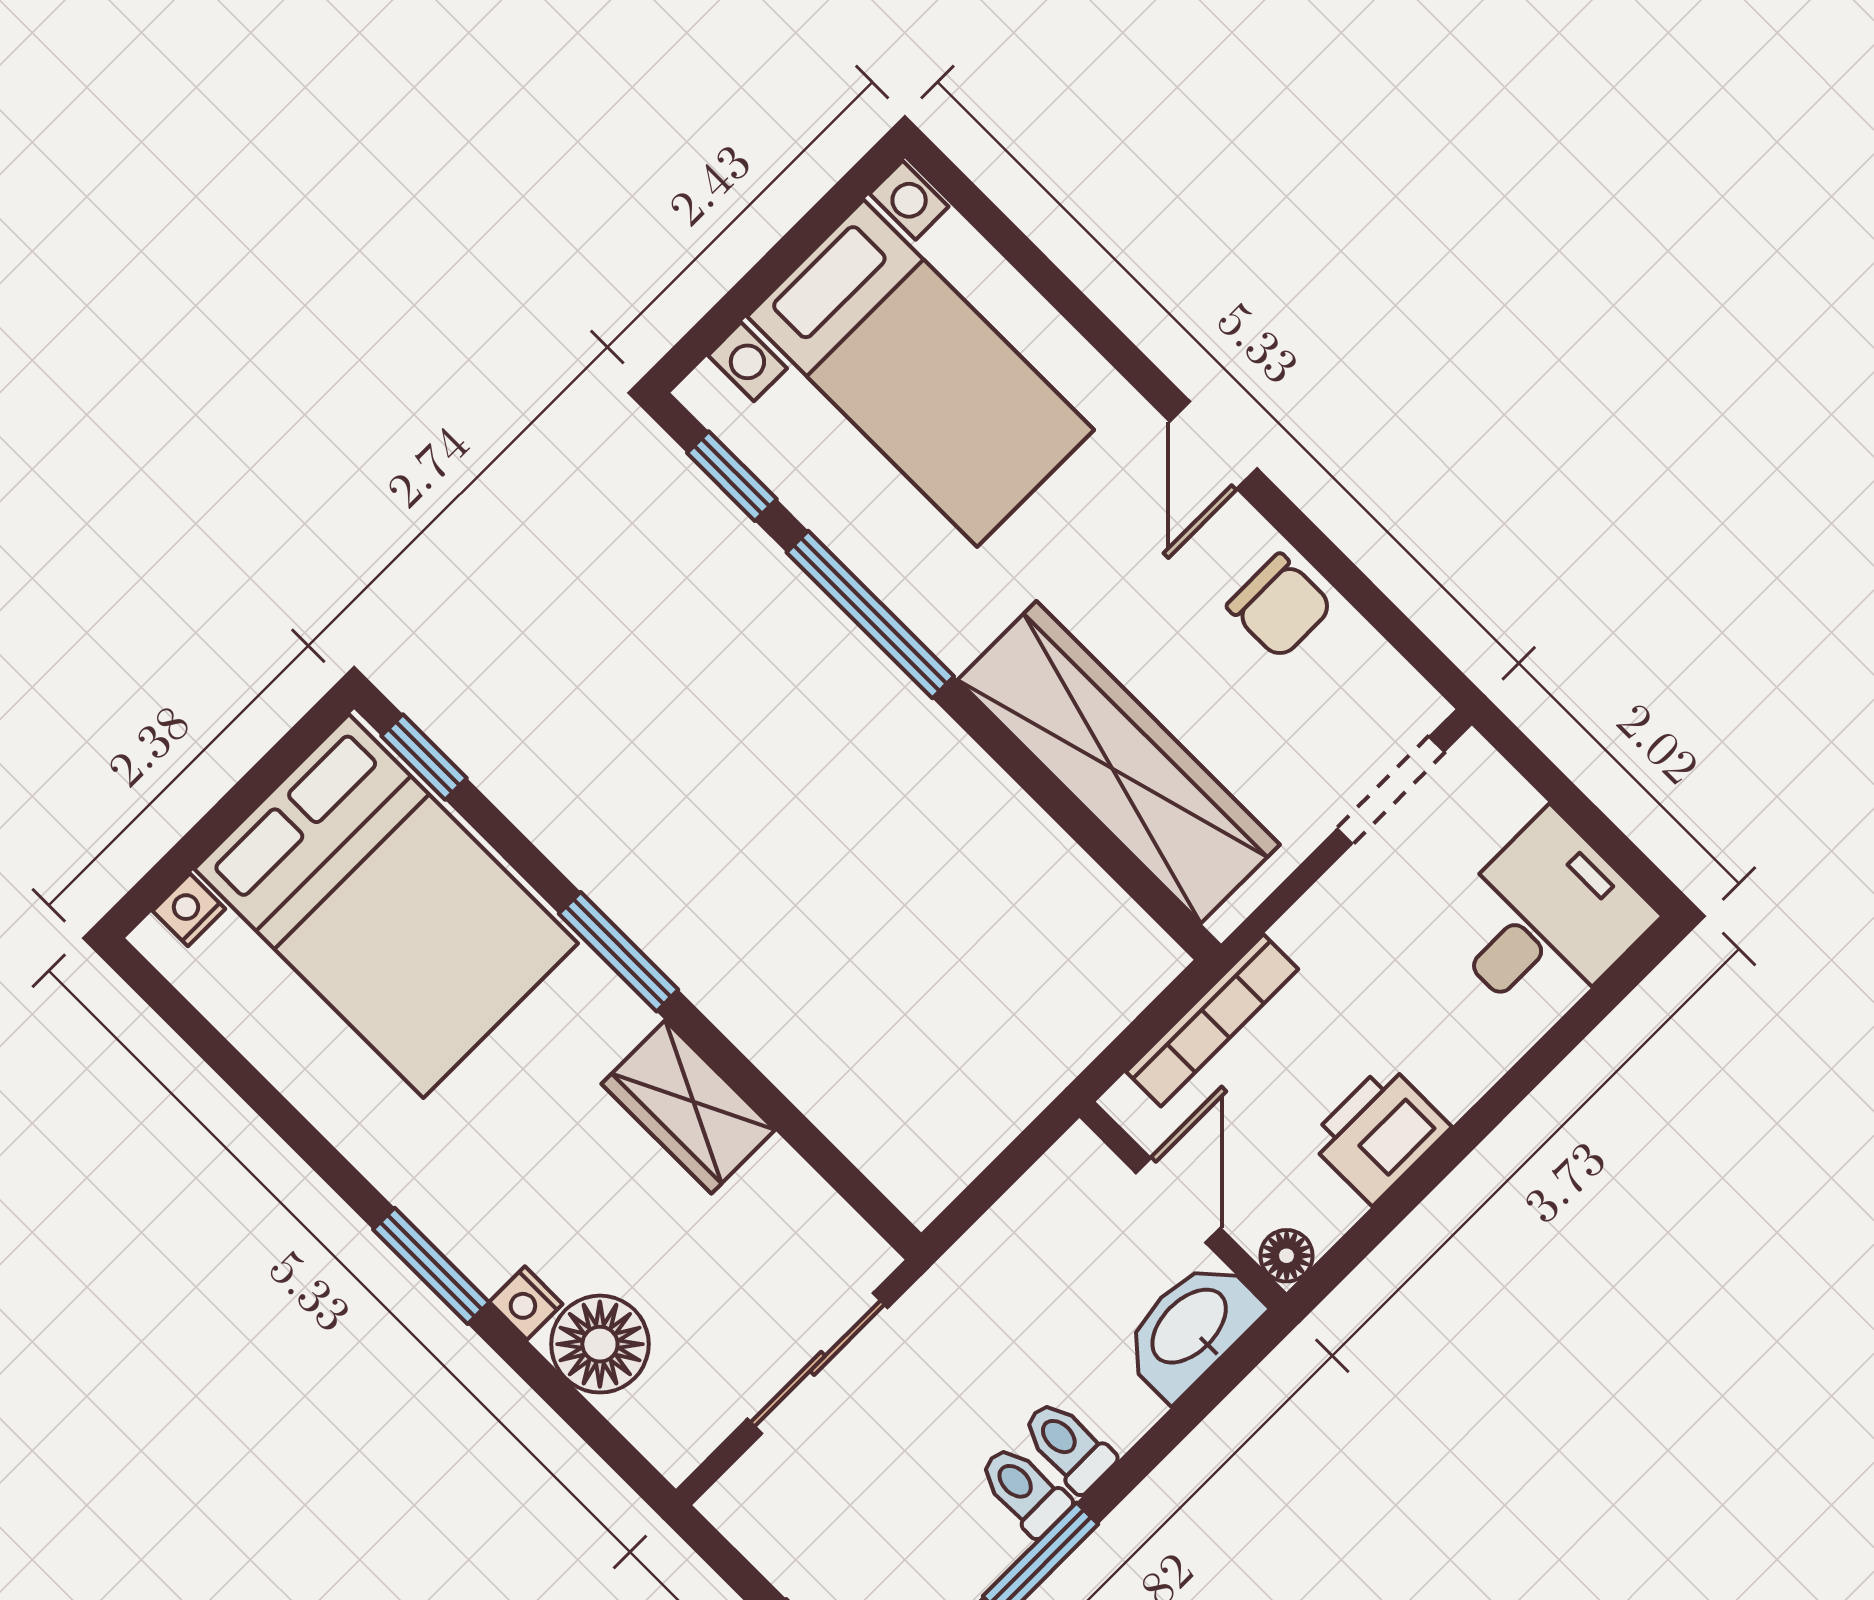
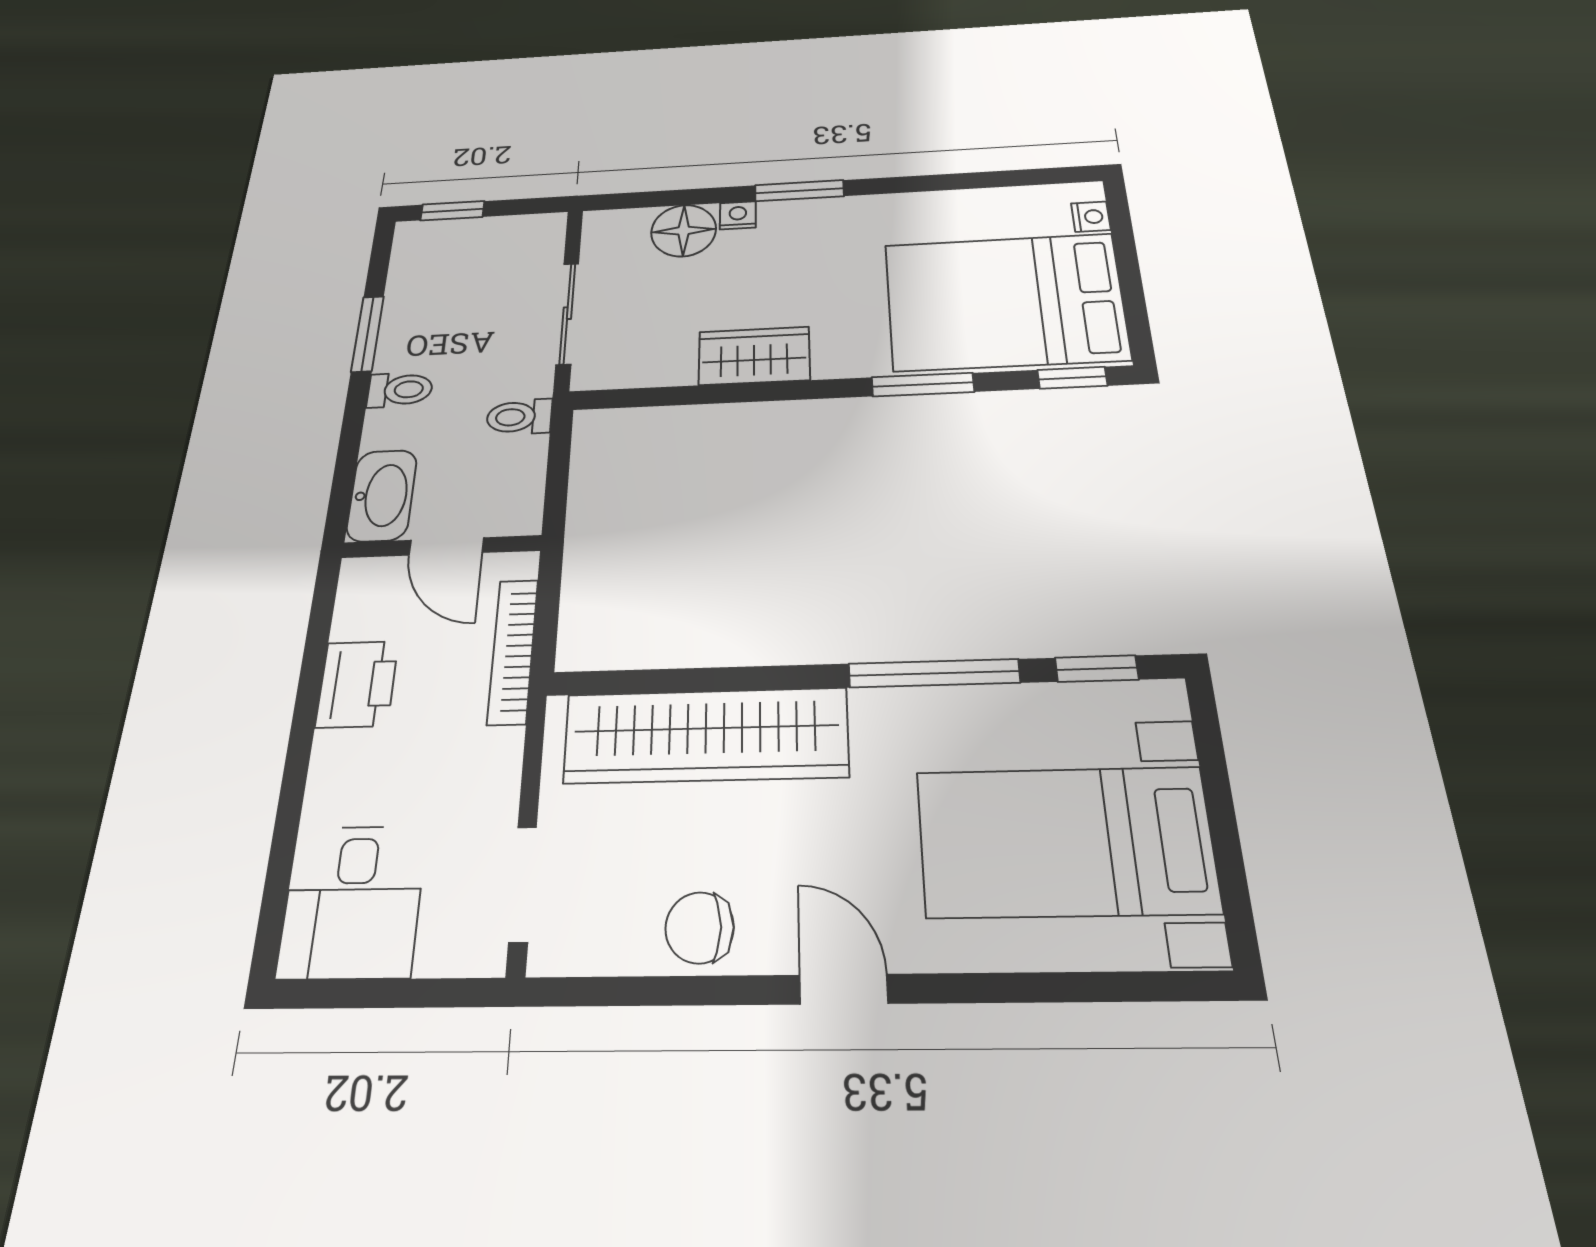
window: (619, 952) -> (923, 385), moved
floor lamp: (1287, 1256) -> (358, 575), removed
toilet: (1024, 1490) -> (519, 417), moved, turned 180

